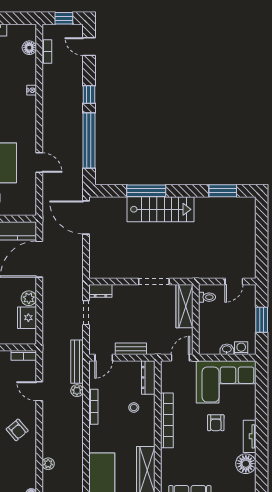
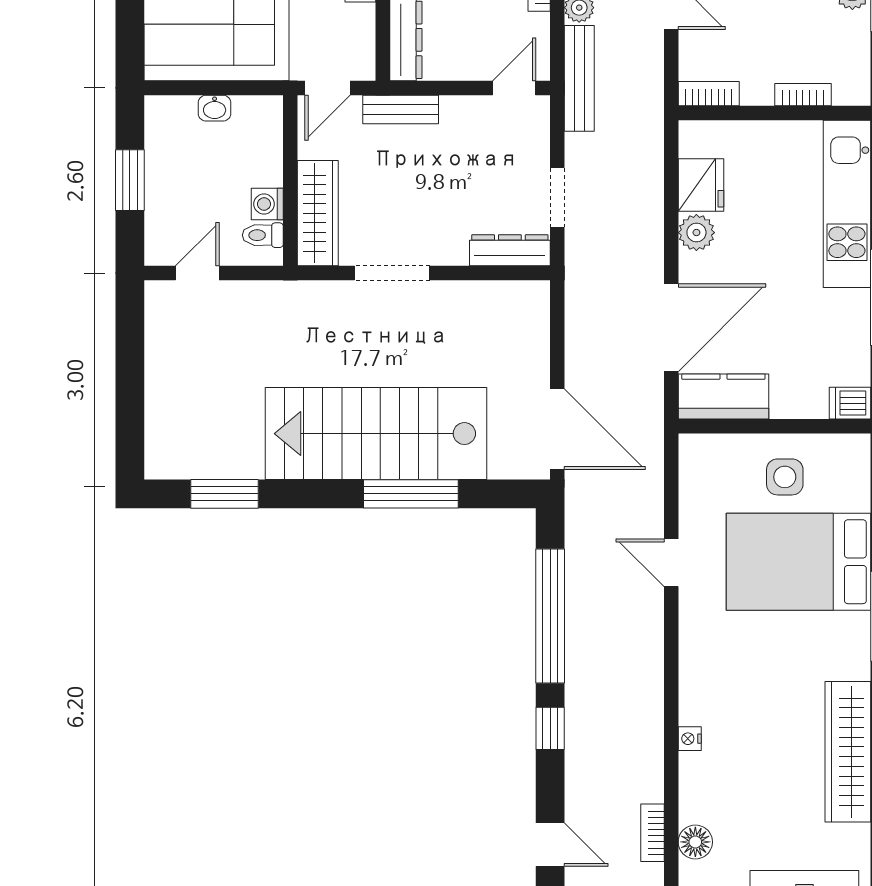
stairs: (161, 209) -> (376, 434), width x1.36, depth x1.51
dresser: (100, 291) -> (510, 250), width x1.44
washing machine: (241, 348) -> (267, 204), moved, turned 90
bench: (131, 349) -> (401, 109), moved

